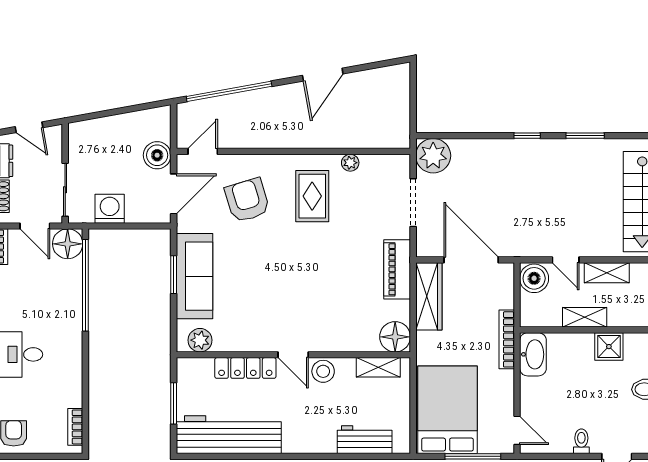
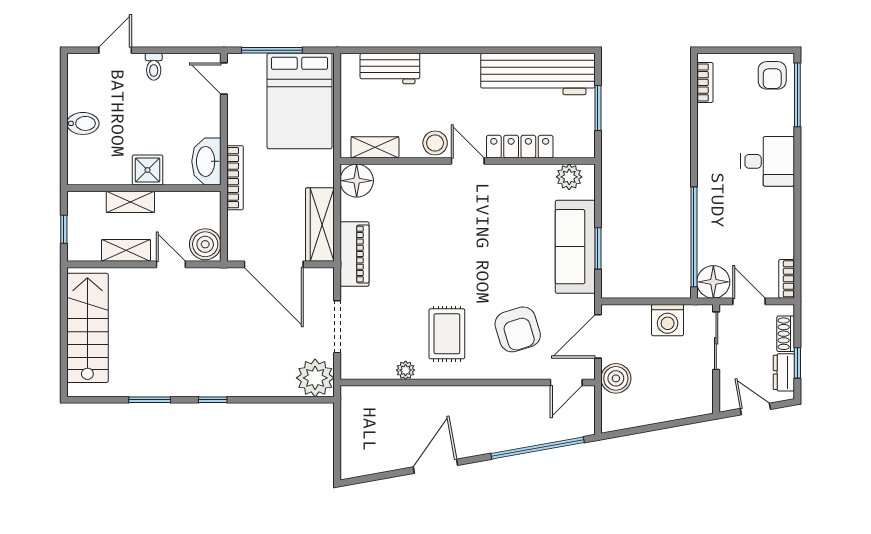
shelving: (585, 317) -> (130, 202), moved
shower: (609, 347) -> (147, 170), moved

